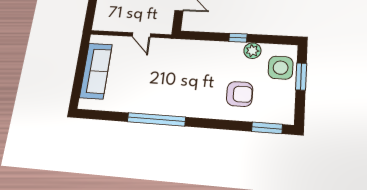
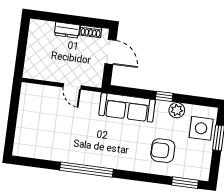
sofa: (96, 71) -> (127, 107), moved, turned 90
armchair: (240, 94) -> (163, 151), turned 180

